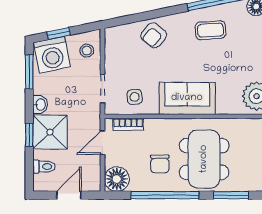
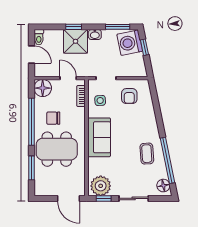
armchair: (154, 35) -> (129, 96), moved, turned -130
stool: (87, 51) -> (133, 67), removed
toilet: (44, 166) -> (39, 37), moved

